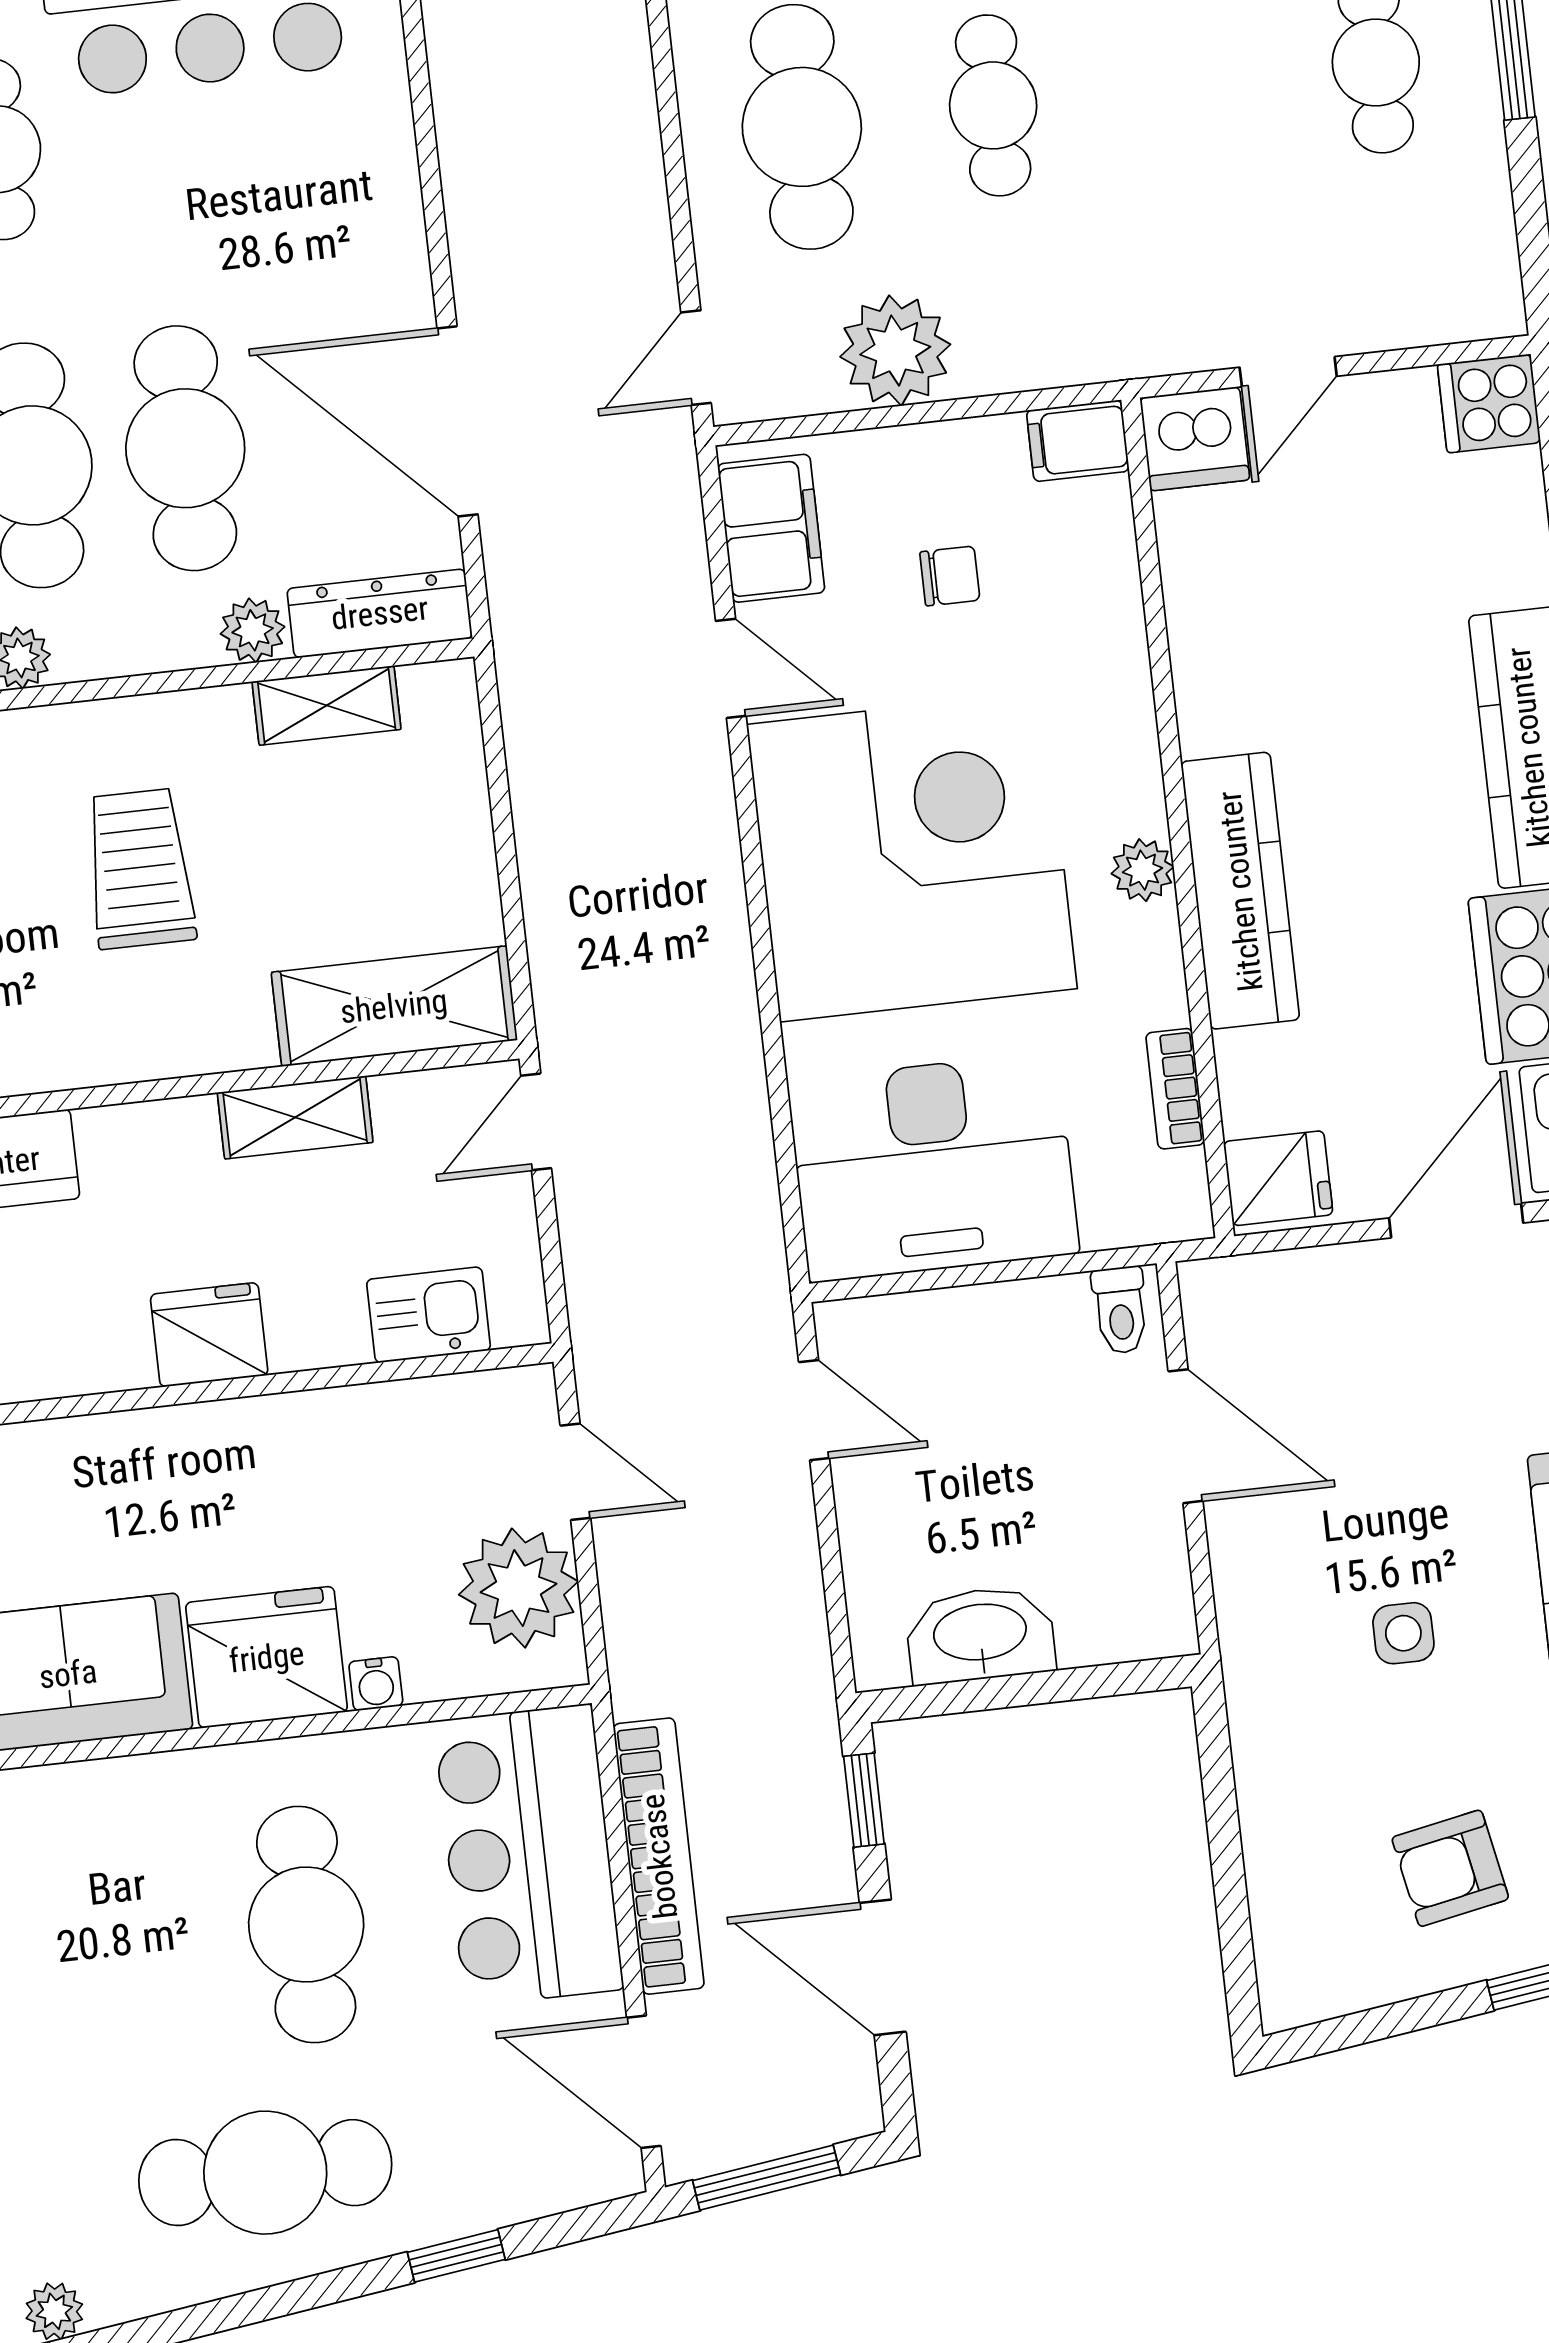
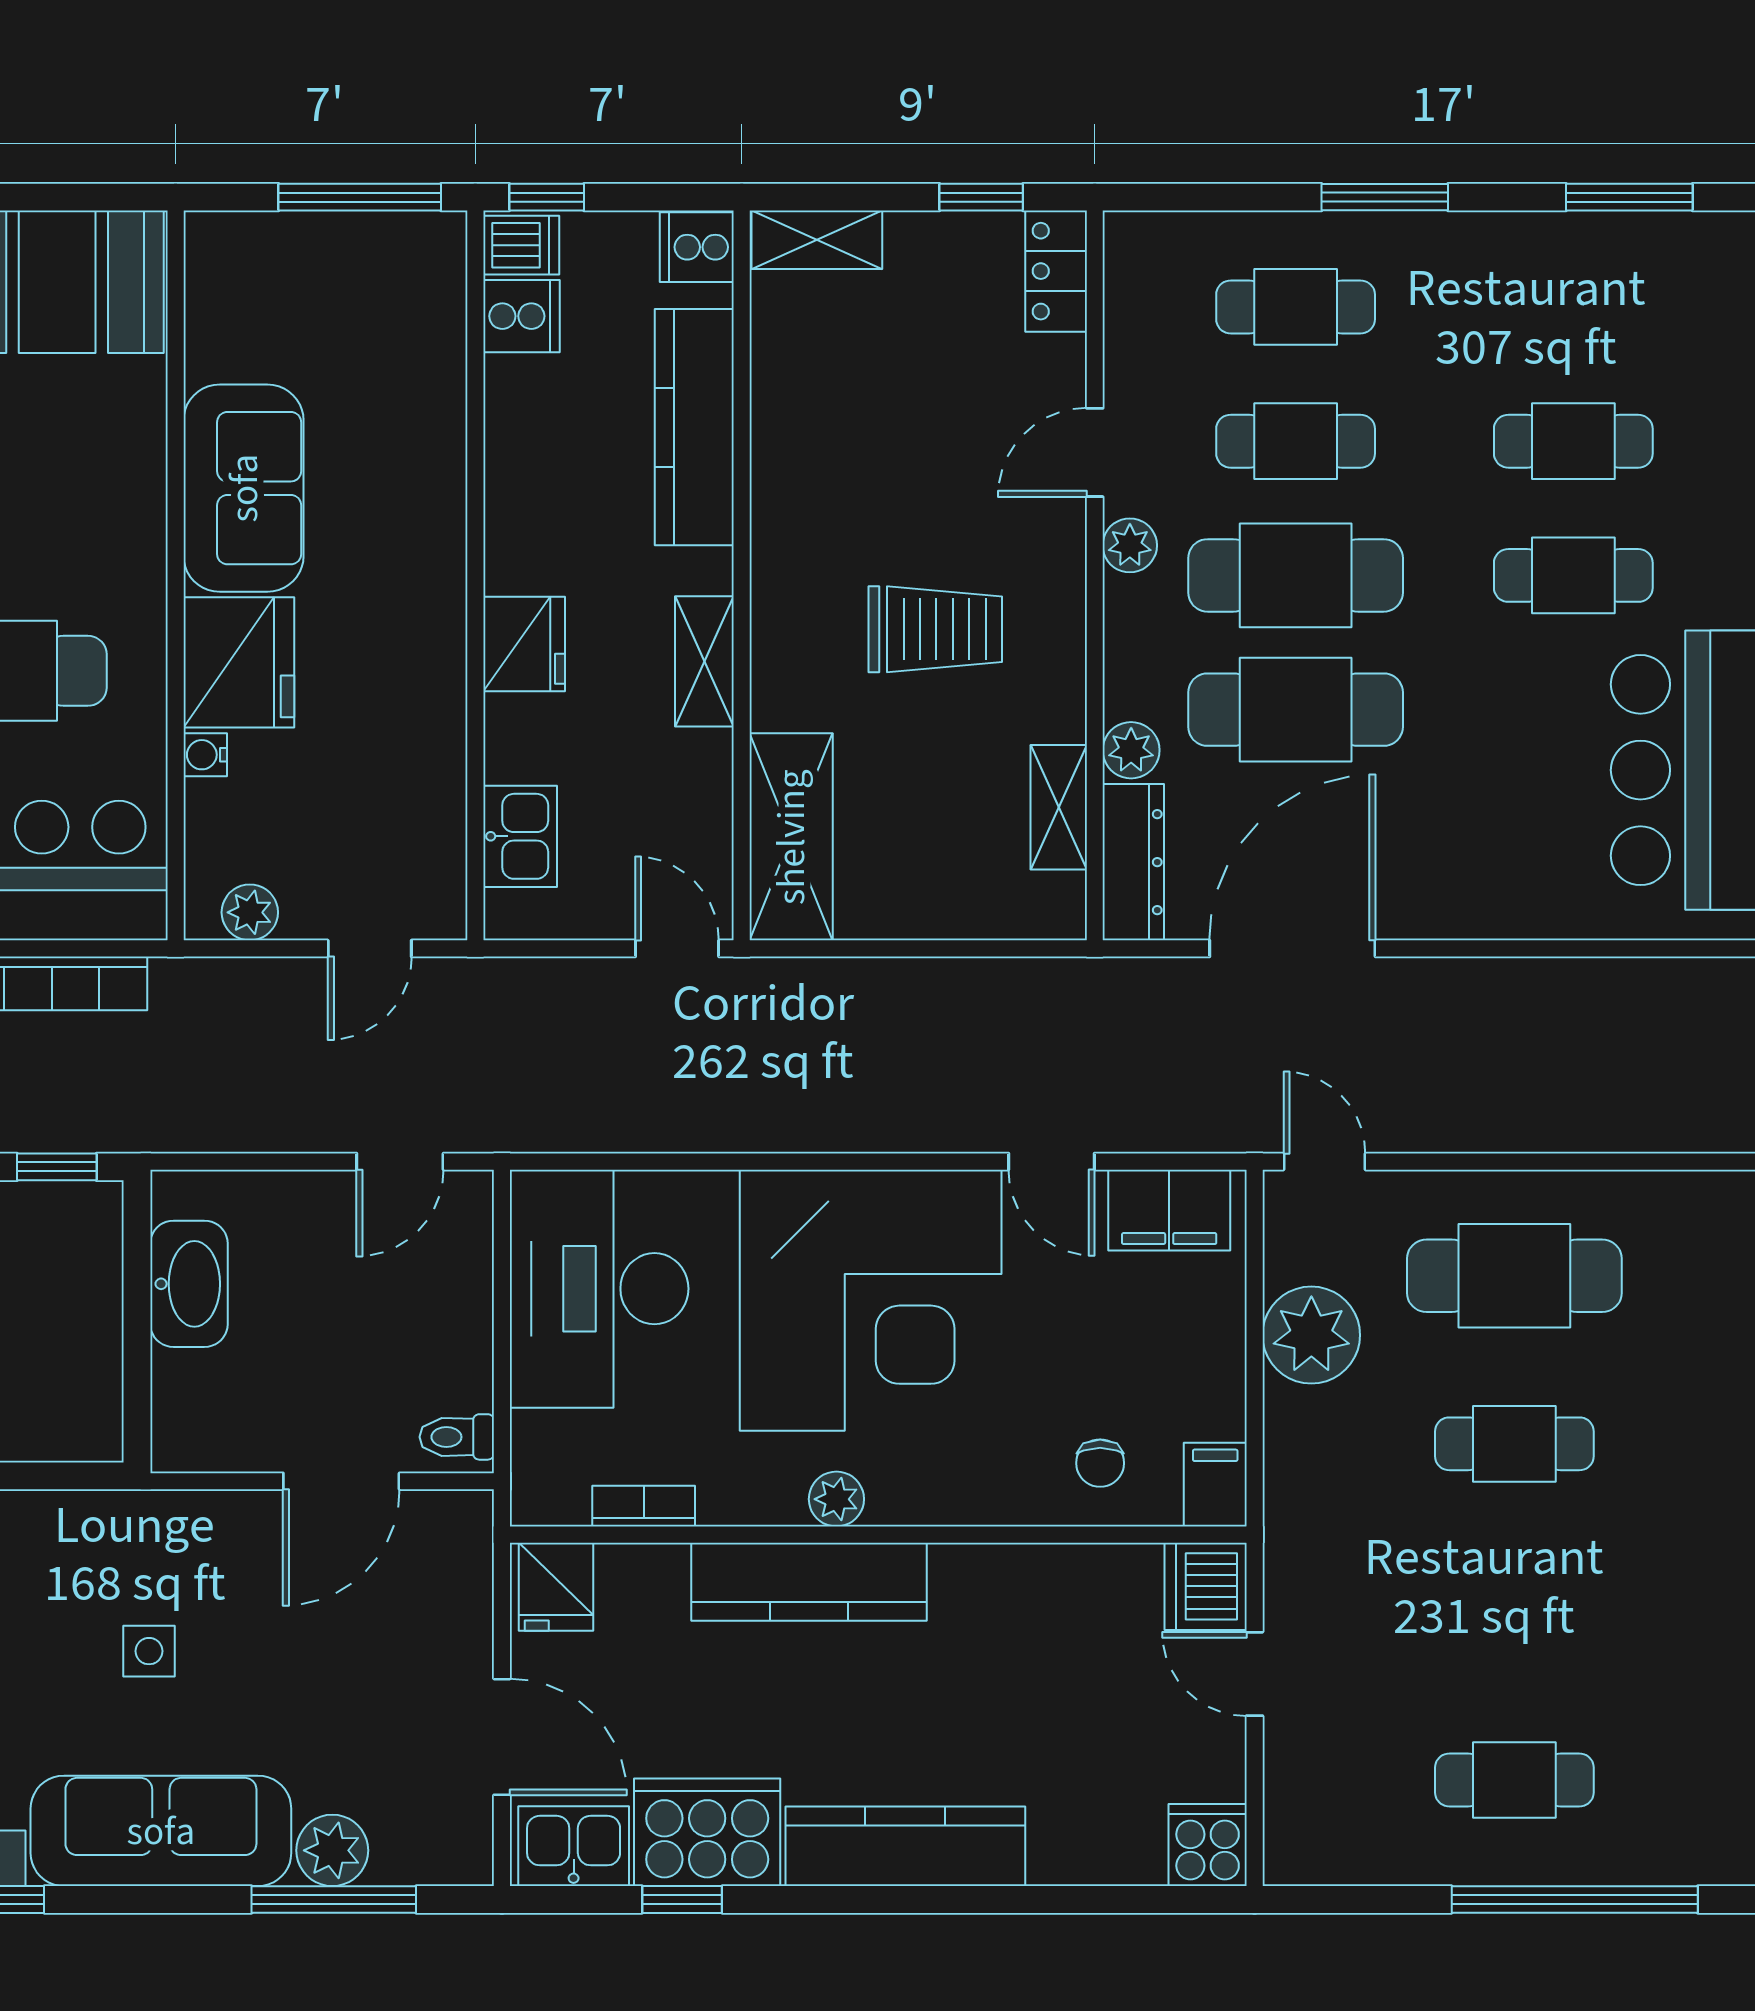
chair: (950, 576) -> (1100, 1463), moved
door: (731, 668) -> (1051, 1162), hinge flipped
shelving: (295, 1117) -> (704, 661), moved
plant: (519, 1588) -> (250, 912), width x0.53, depth x0.53

